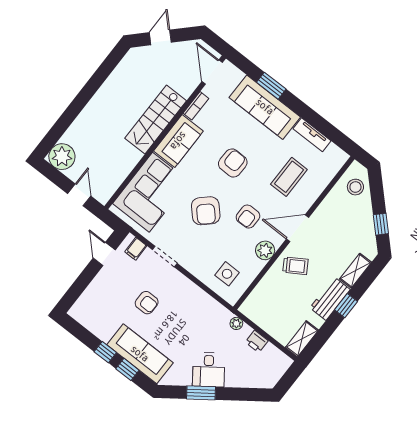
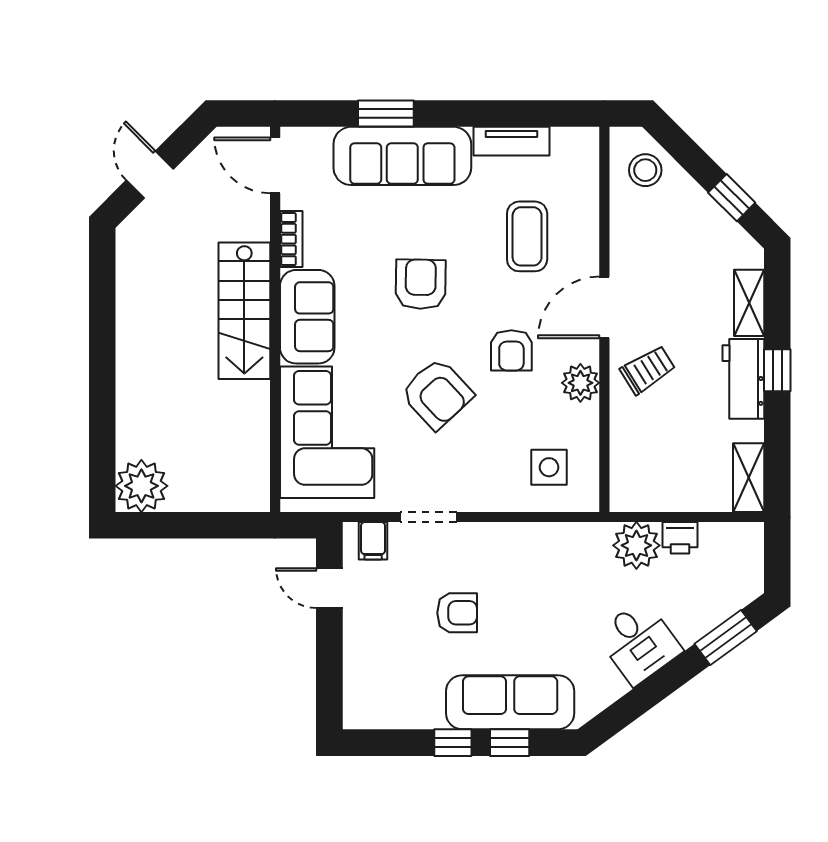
door: (79, 195) -> (216, 525), removed
plant: (236, 323) -> (636, 545), width x1.87, depth x1.87
window: (201, 393) -> (726, 637), moved

